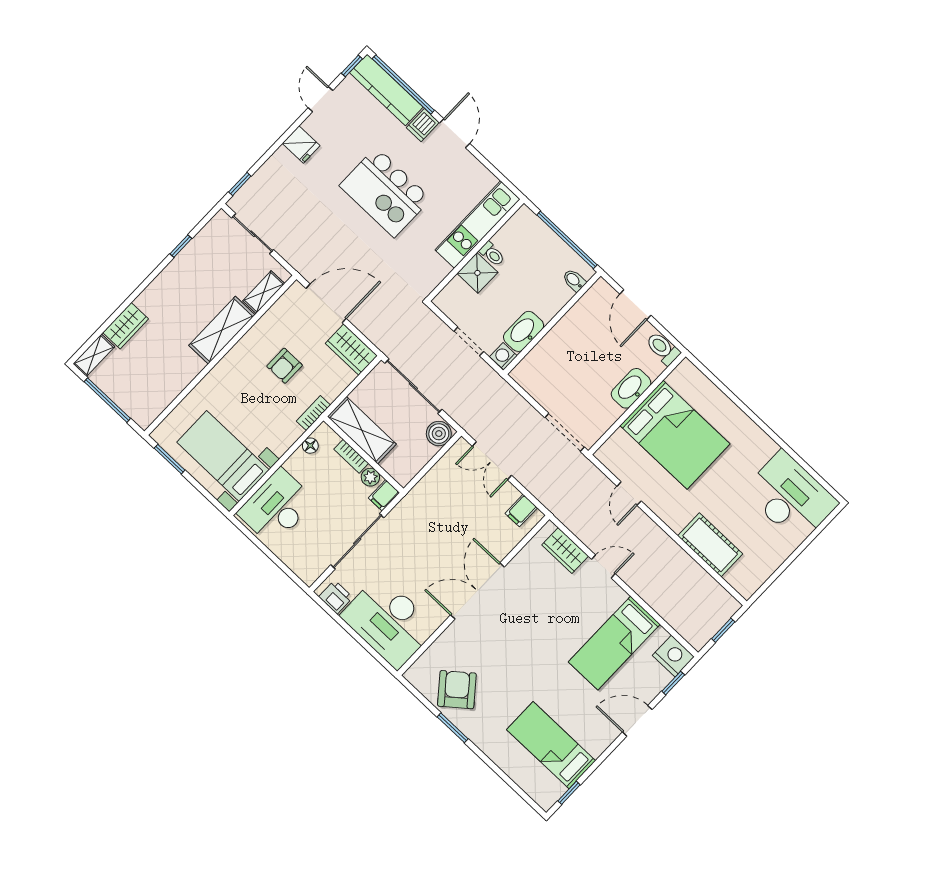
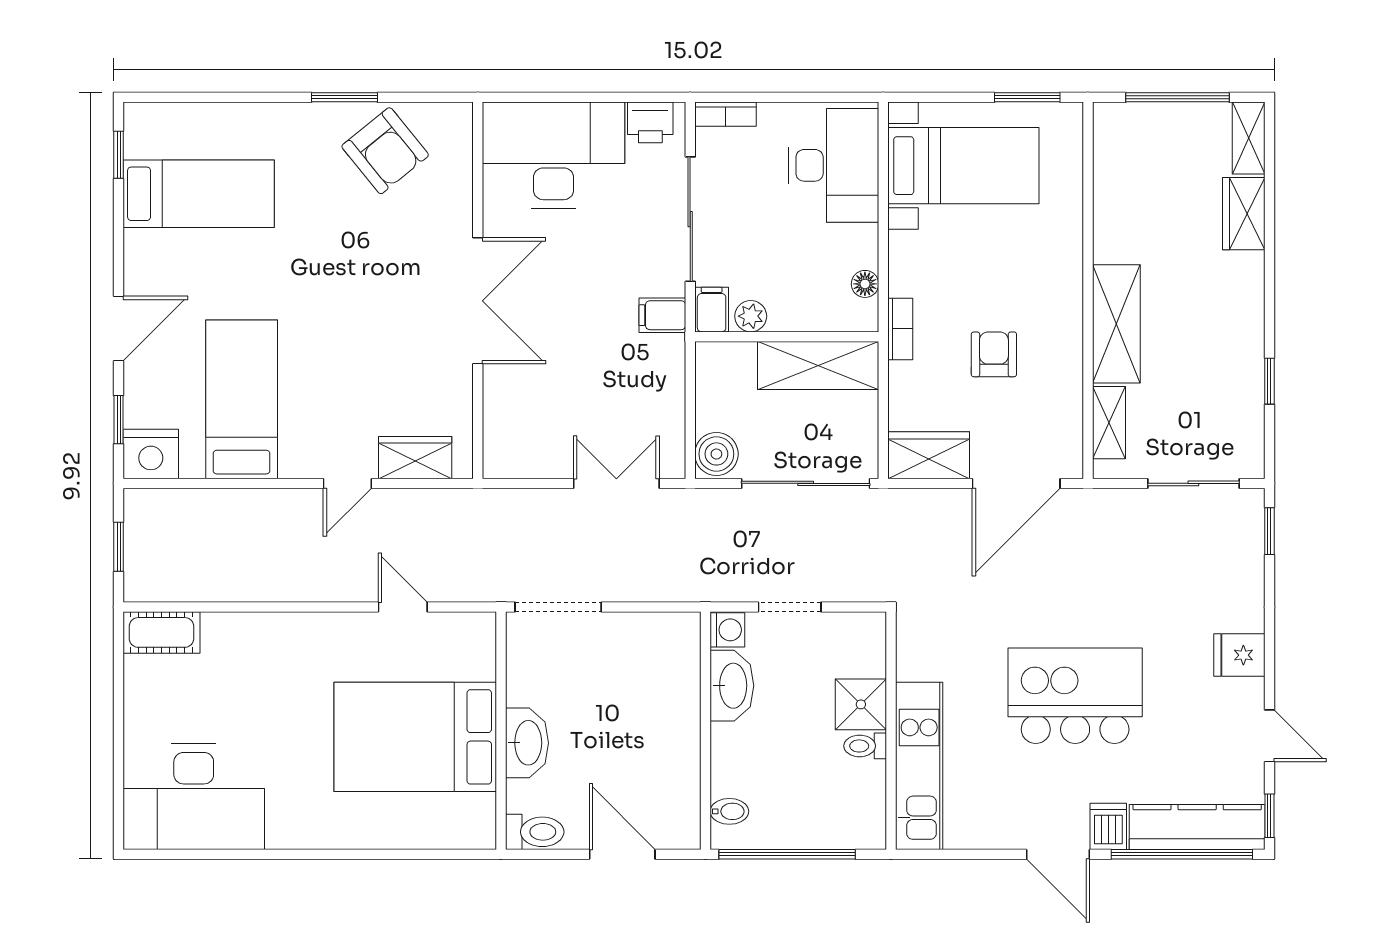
bookcase: (351, 456) -> (726, 114), moved, turned 180
filing cabinet: (521, 511) -> (662, 315), moved, turned -90
cot: (710, 545) -> (162, 632), moved, width x0.73, depth x0.75

